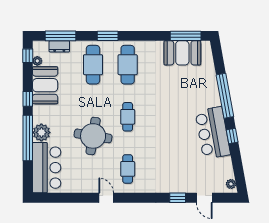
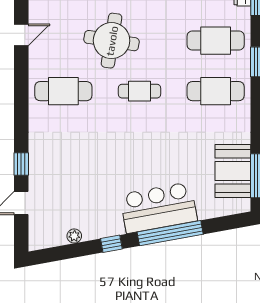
bar counter: (213, 133) -> (159, 208), moved
cafe table: (128, 169) -> (63, 91), width x1.37, depth x1.35
plant: (231, 184) -> (74, 236), moved
door: (106, 198) -> (21, 35), moved

